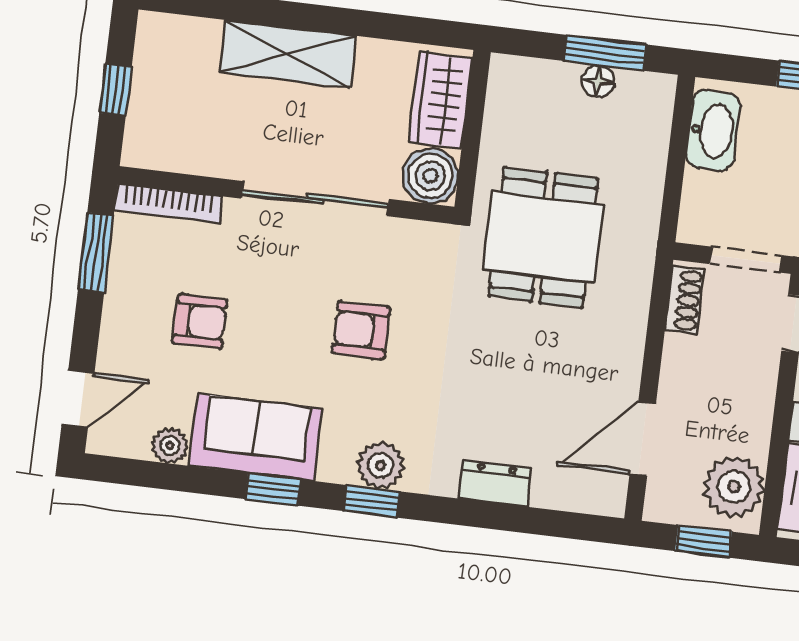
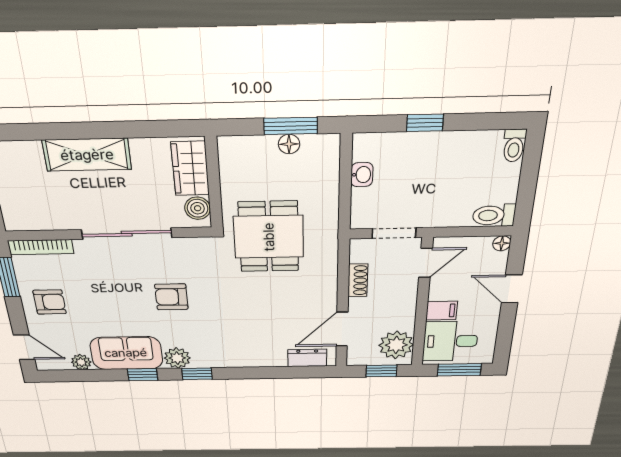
washbasin: (713, 130) -> (362, 175), width x0.52, depth x0.69
boiler: (430, 176) -> (198, 208), width x0.73, depth x0.73
shoe rack: (684, 300) -> (358, 280), moved
armchair: (200, 321) -> (50, 302), moved
door: (78, 399) -> (24, 347), hinge flipped
plant: (381, 465) -> (177, 358), moved
dresser: (495, 483) -> (307, 358), moved

